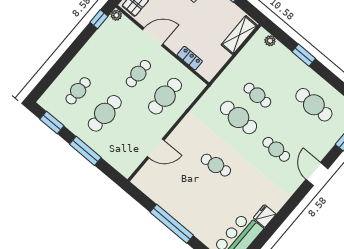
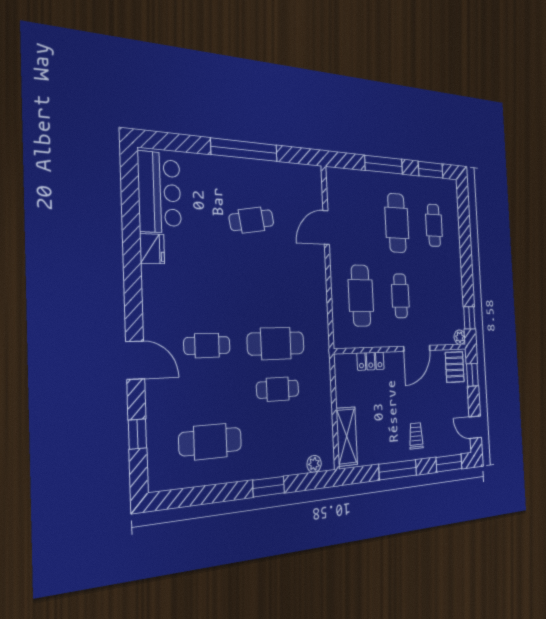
cafe table: (216, 165) -> (252, 220), moved

